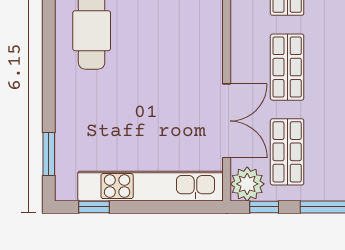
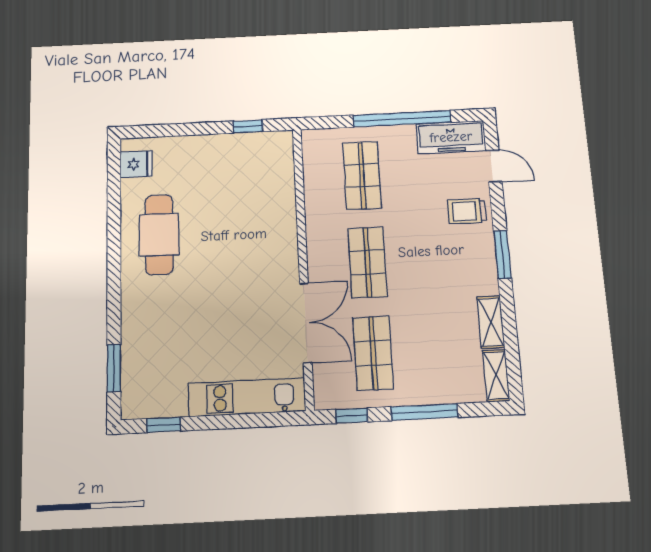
plant: (247, 184) -> (332, 391), removed
kitchen unit: (150, 186) -> (247, 397), width x0.73

